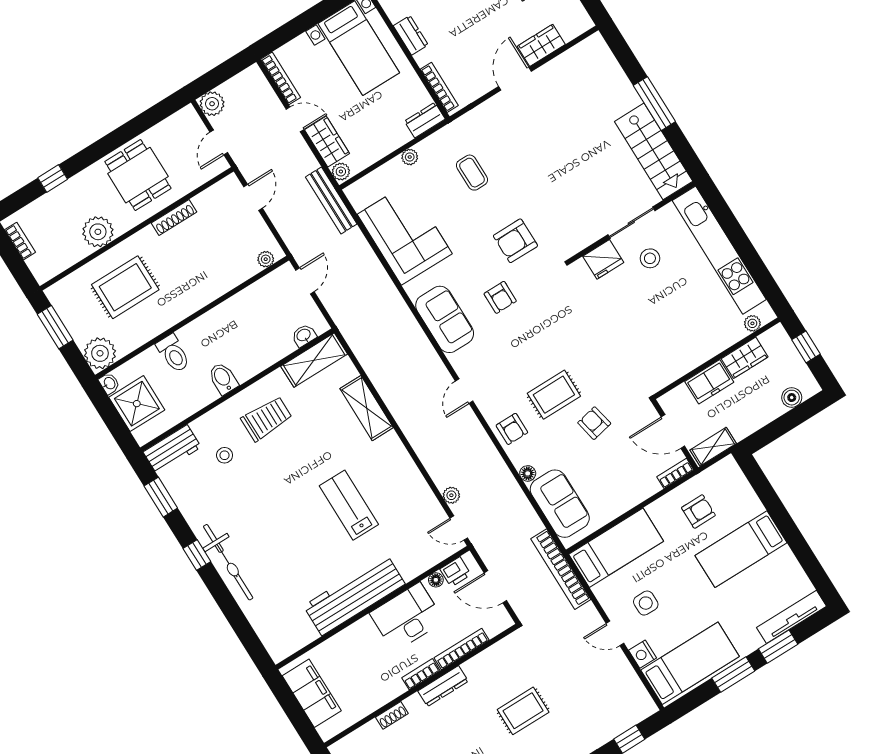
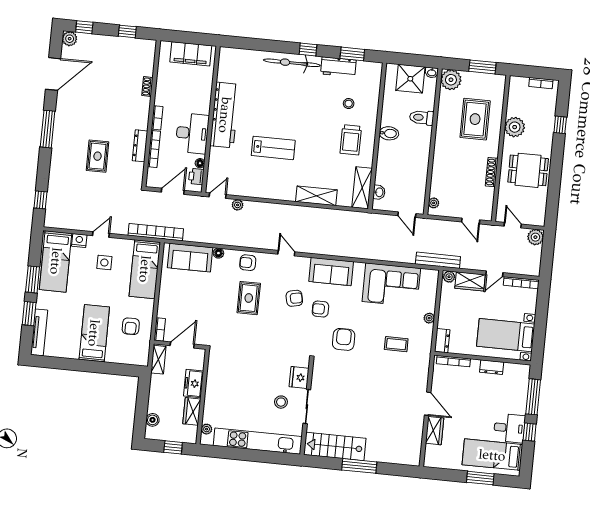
armchair: (594, 423) -> (294, 298), moved
workbench: (172, 450) -> (338, 67), moved, turned -90
dresser: (443, 686) -> (140, 146), moved

